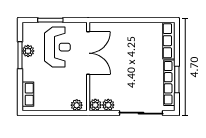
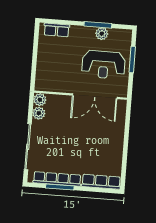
plant: (77, 105) -> (41, 80), removed

